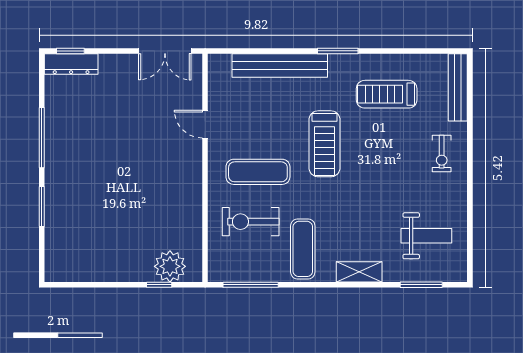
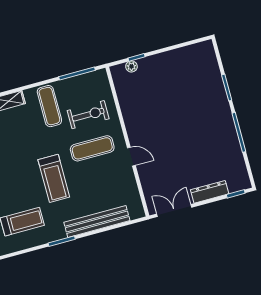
dresser: (71, 64) -> (210, 192), moved
door: (205, 124) -> (131, 157), moved
treadmill: (325, 144) -> (54, 178), turned 180
plant: (170, 266) -> (131, 66), width x0.53, depth x0.53

